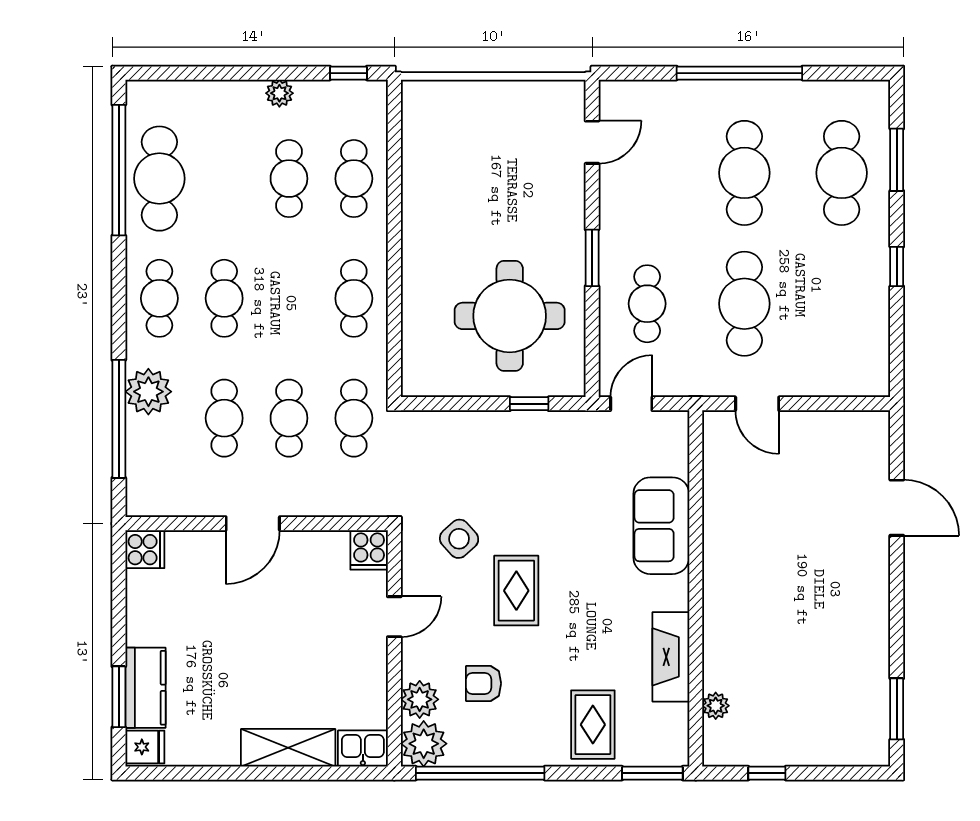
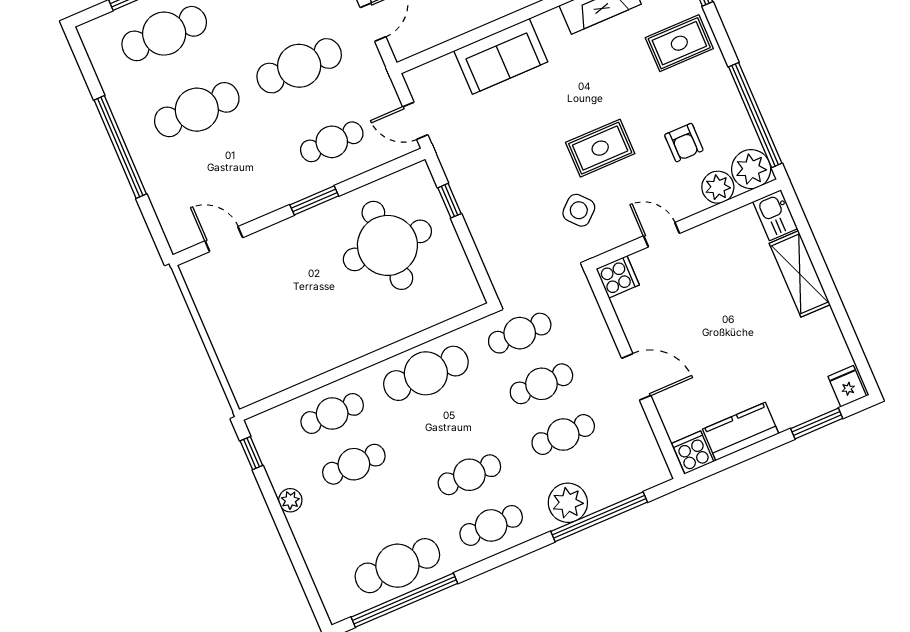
cafe table: (354, 298) -> (426, 373), width x1.37, depth x1.35
kitchen counter: (145, 688) -> (741, 431), moved

